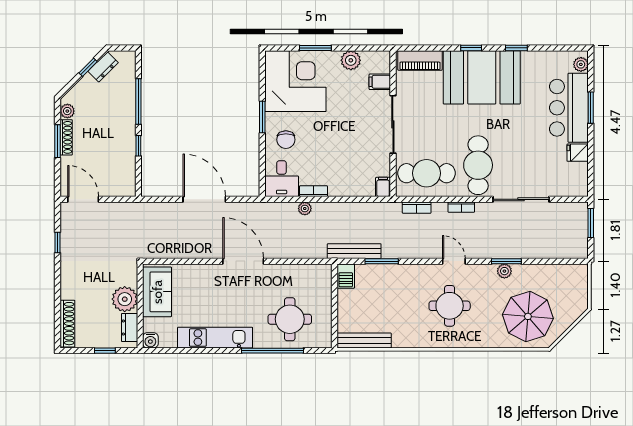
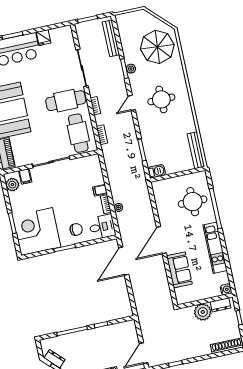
plant: (351, 60) -> (12, 185), moved
filing cabinet: (383, 187) -> (100, 190), moved
door: (204, 199) -> (124, 261), moved
bench: (354, 251) -> (111, 38), moved
sofa: (157, 292) -> (179, 270), moved, turned 90

